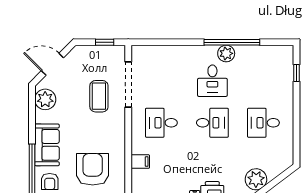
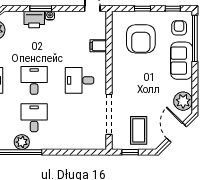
door: (52, 64) -> (177, 132), swing flipped
coffee table: (99, 96) -> (139, 130), moved
desk: (161, 123) -> (80, 80), turned 180
desk: (212, 123) -> (34, 80), turned 90

